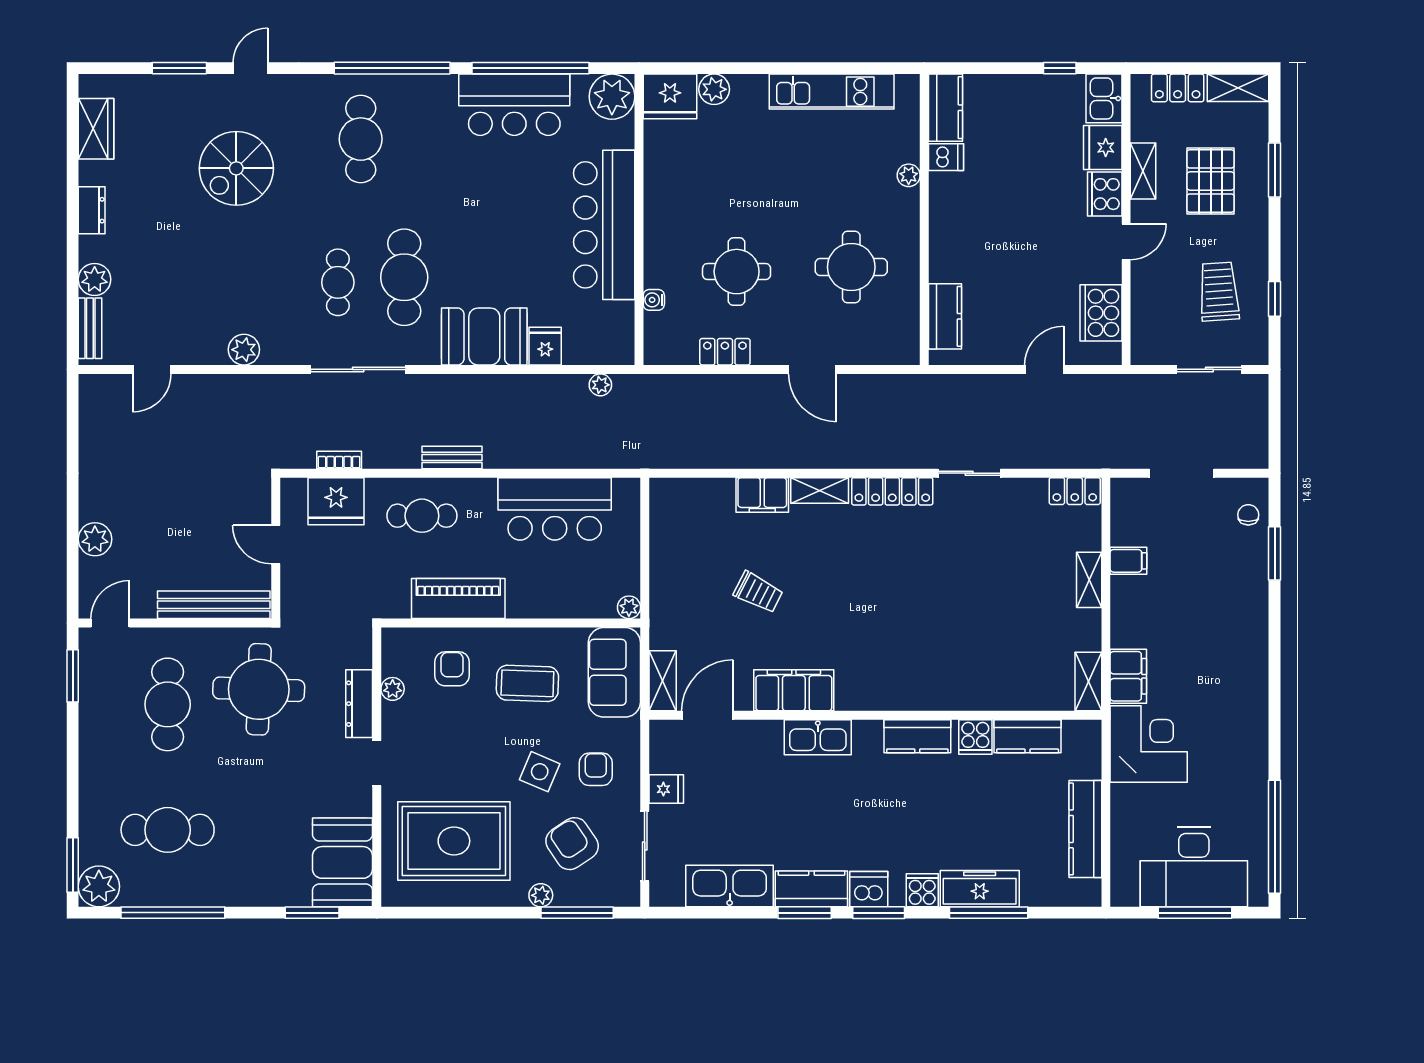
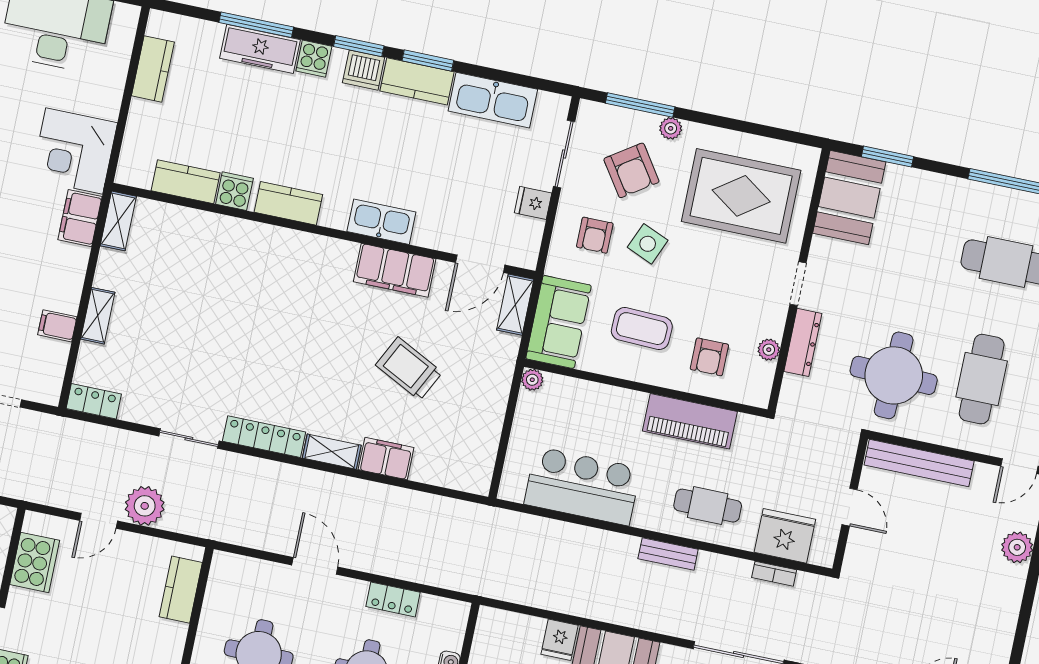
plant: (600, 385) -> (145, 506), moved, width x1.88, depth x1.88
trolley: (758, 592) -> (409, 369), width x1.36, depth x1.39
kitchen counter: (1085, 829) -> (153, 69), width x0.67

